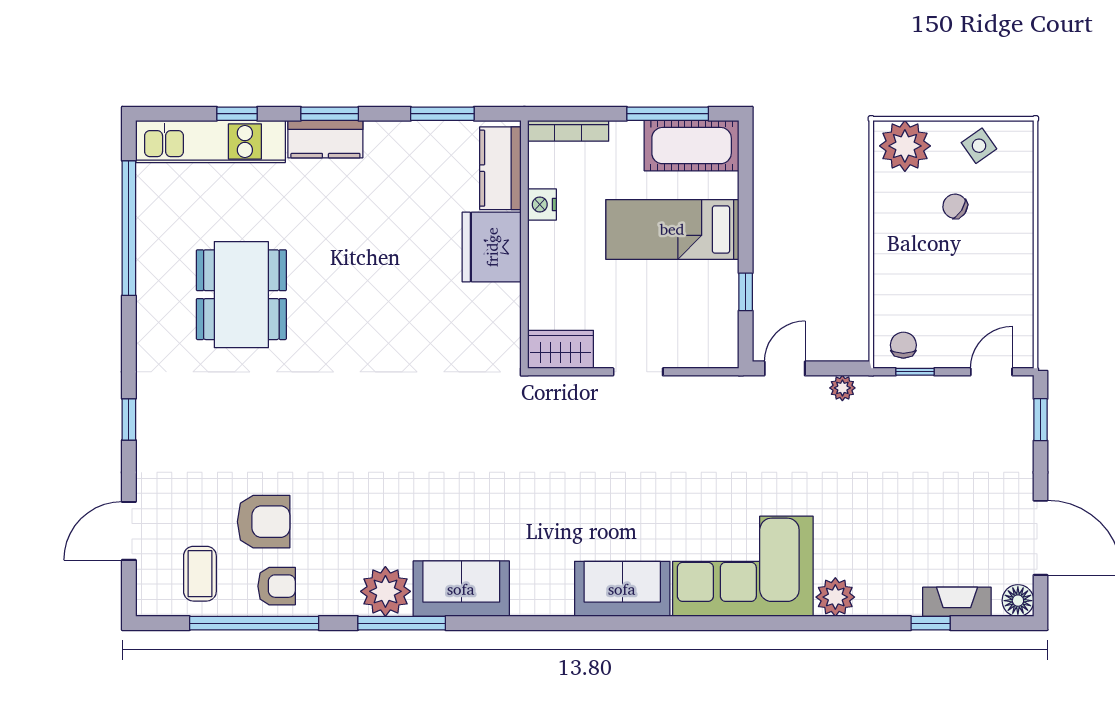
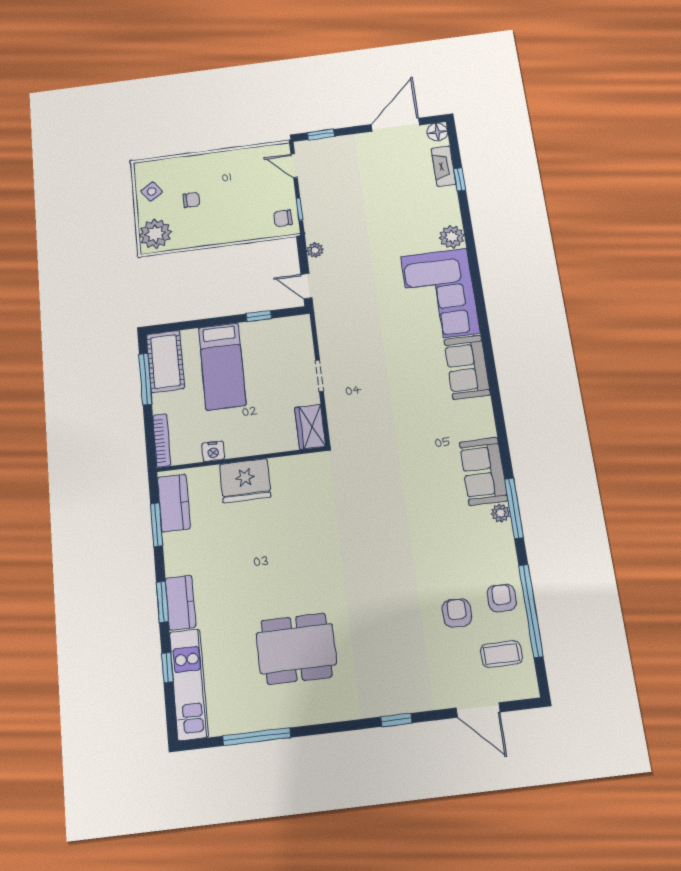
kitchen counter: (500, 168) -> (174, 503), moved, turned -90
chair: (955, 206) -> (191, 200), turned -123
window: (129, 228) -> (257, 737), width x0.68
armchair: (264, 522) -> (457, 613), width x0.72, depth x0.72
plant: (385, 591) -> (500, 513), width x0.53, depth x0.53

